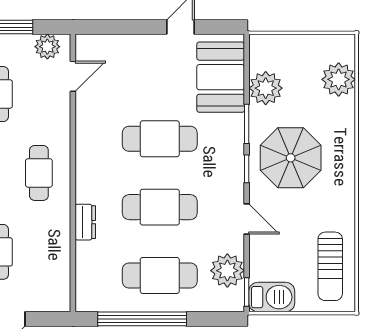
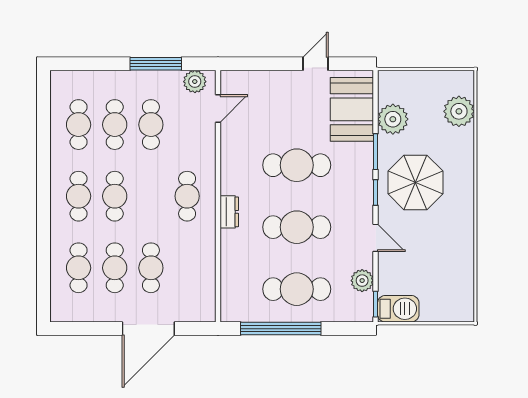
dresser: (85, 222) -> (229, 212), moved
sun lounger: (330, 266) -> (451, 281), removed
plant: (227, 271) -> (362, 281), width x0.73, depth x0.73

